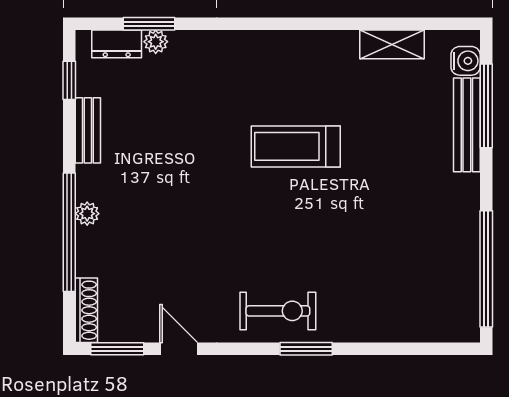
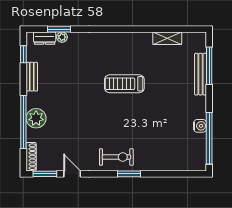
water cooler: (466, 61) -> (200, 126), moved
plant: (87, 214) -> (36, 118), width x1.88, depth x1.88

